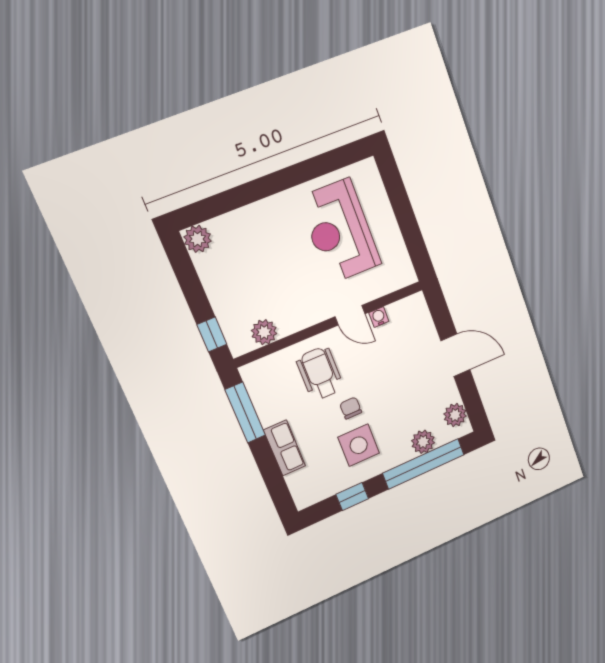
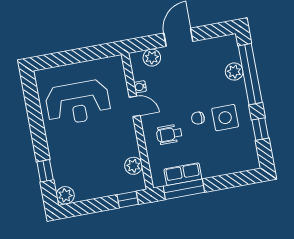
window: (228, 201) -> (45, 171), added
door: (350, 315) -> (135, 106), hinge flipped
wheelchair: (320, 373) -> (169, 134), width x0.73, depth x0.73
plant: (455, 415) -> (152, 58), moved
row of seats: (285, 448) -> (183, 174), moved

